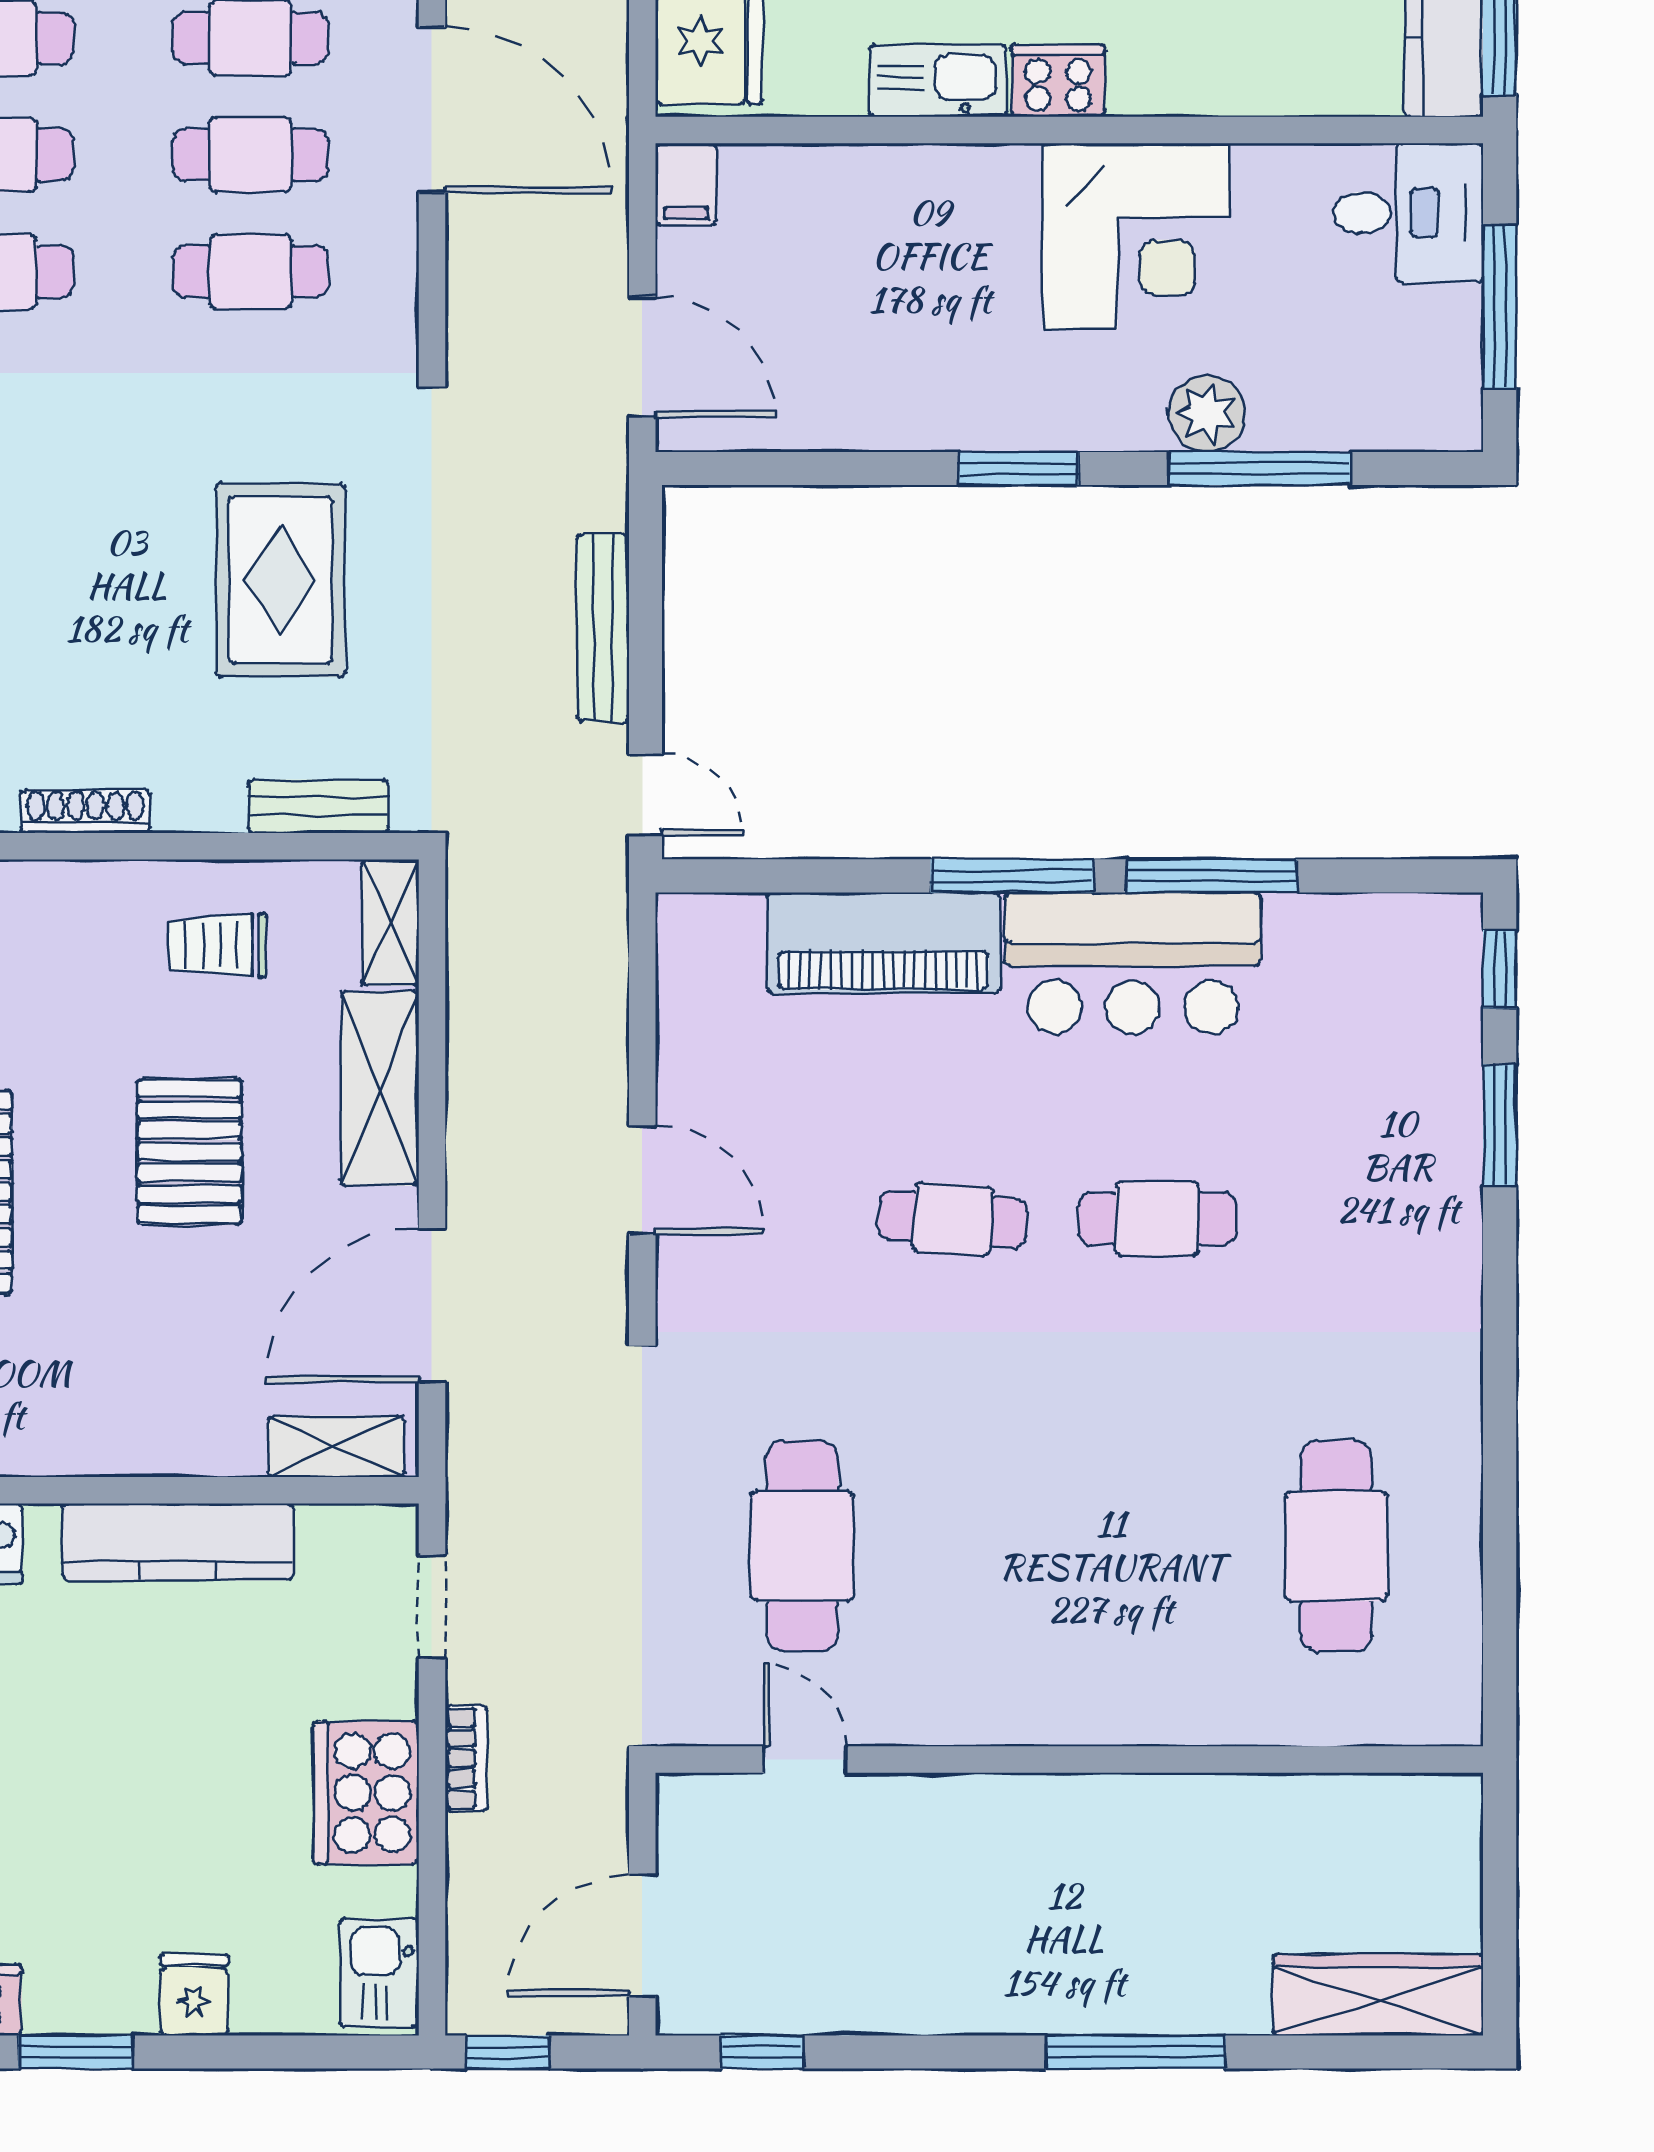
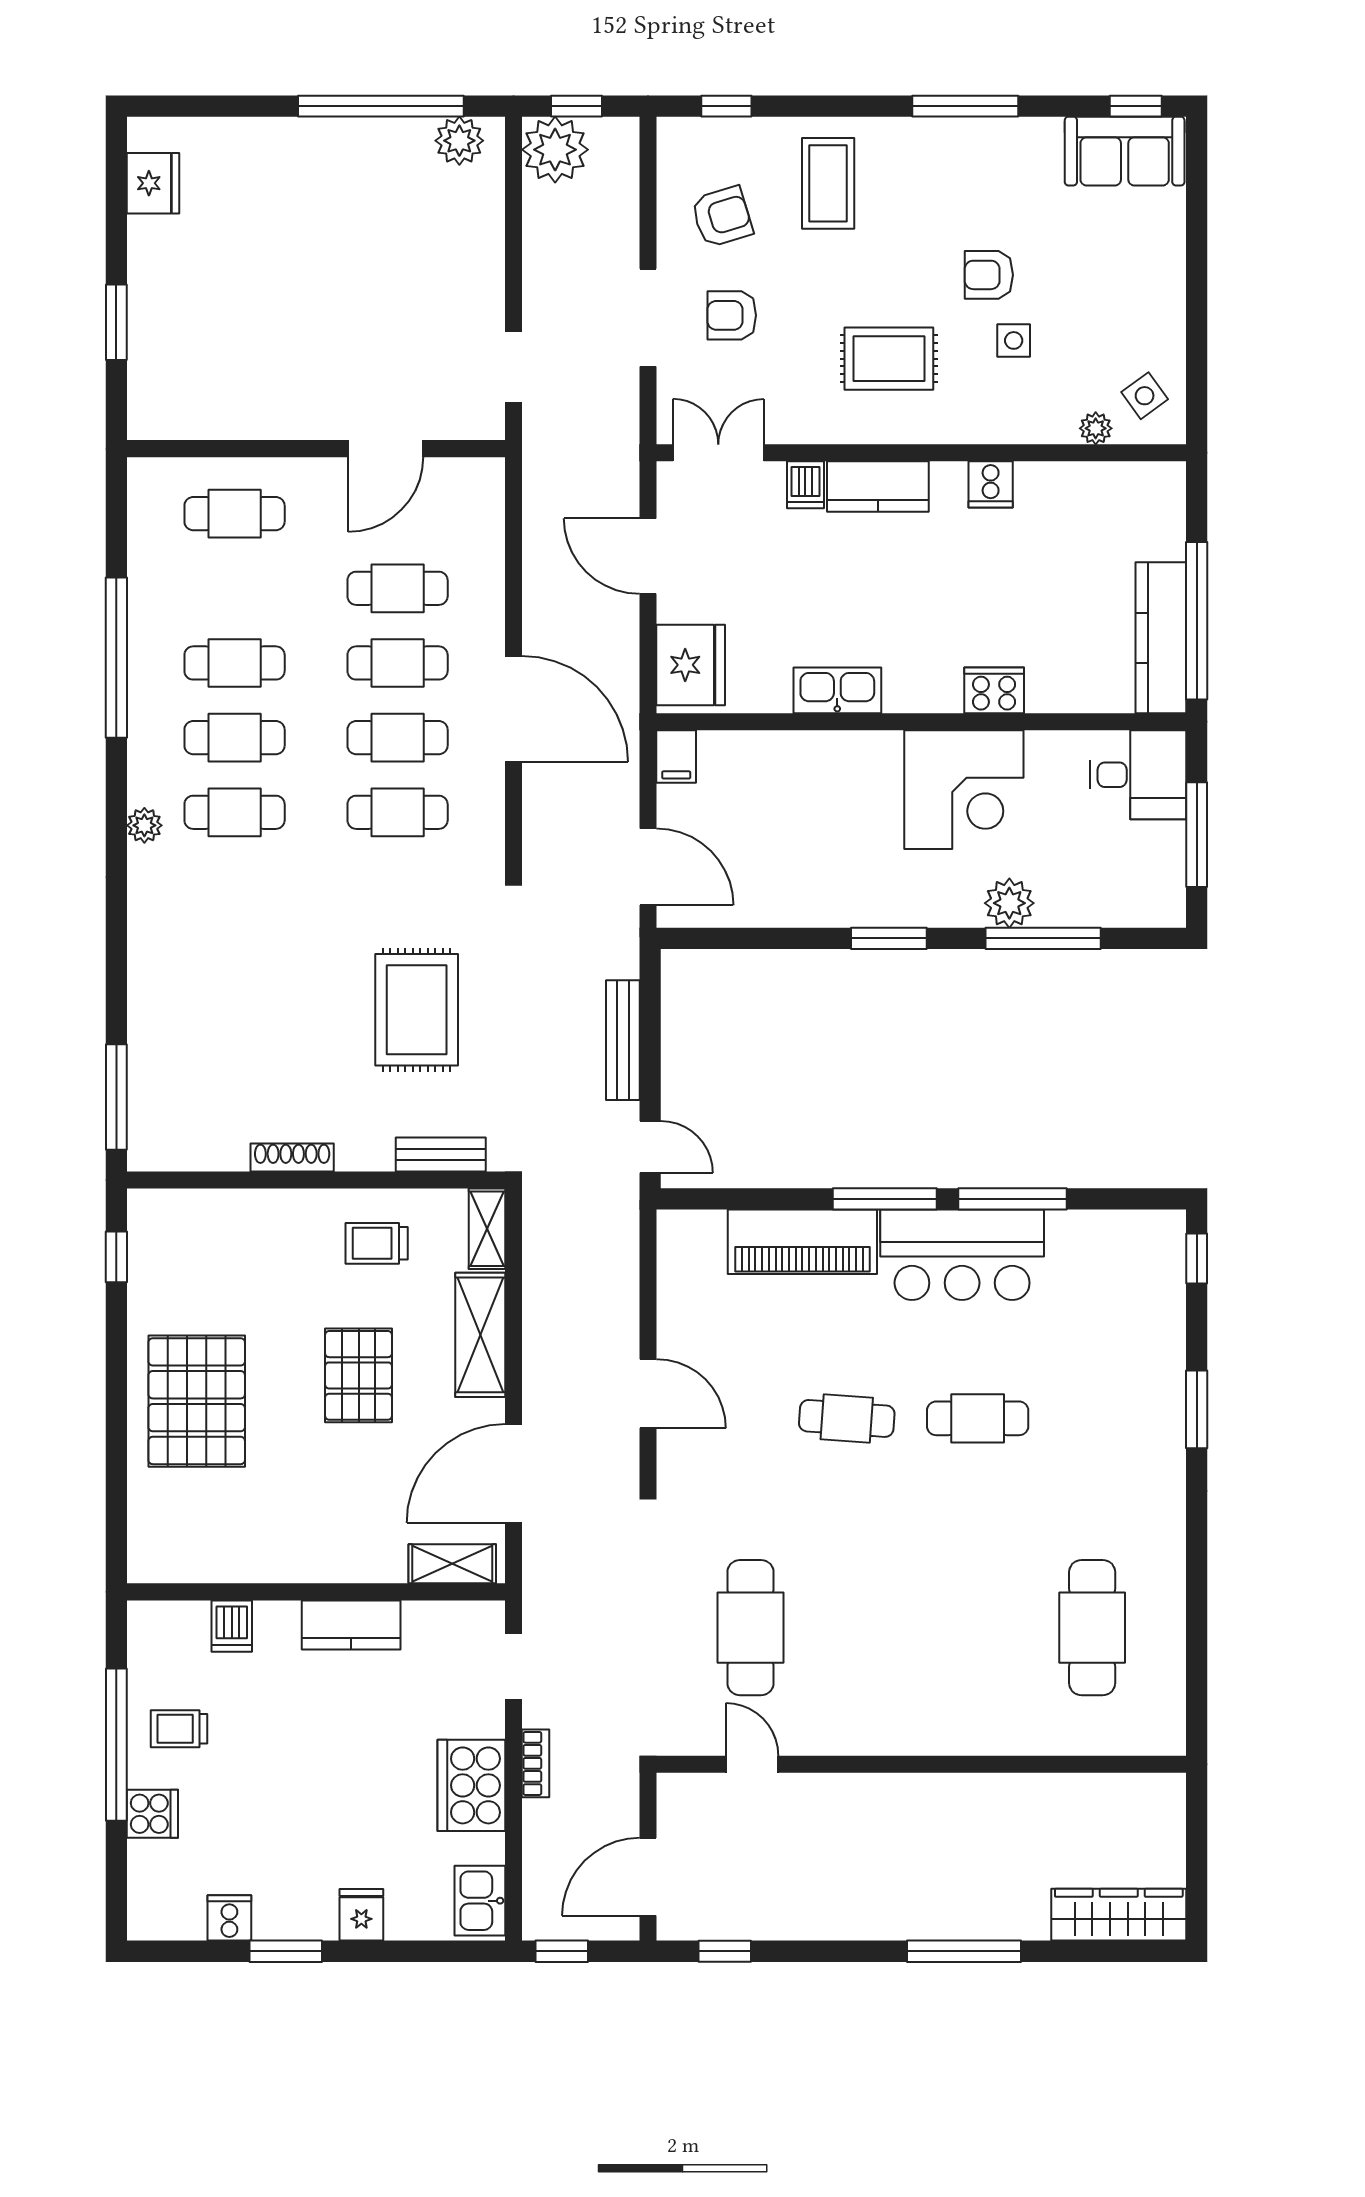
cooker: (1058, 81) -> (994, 690), moved
window: (1500, 1125) -> (1197, 1409), moved
kitchen counter: (178, 1542) -> (351, 1625), width x0.67

